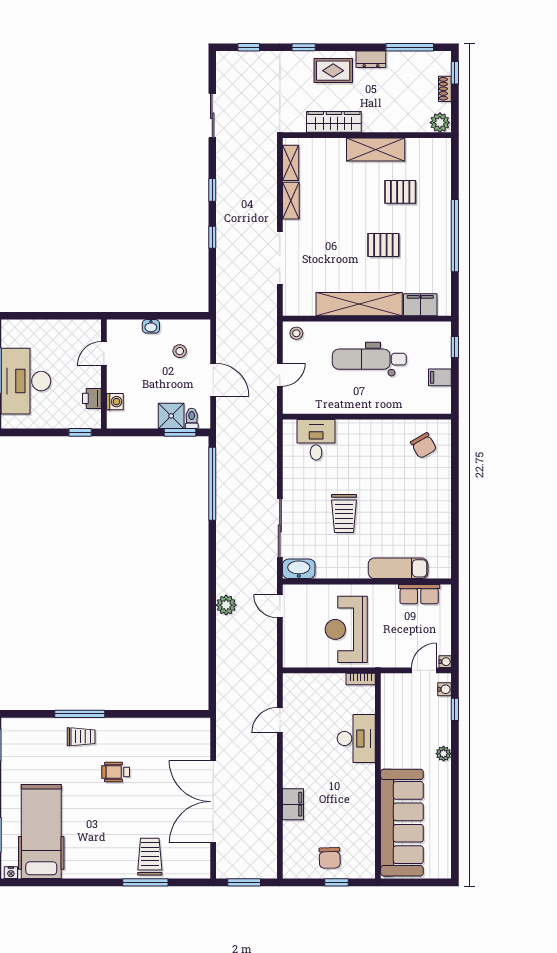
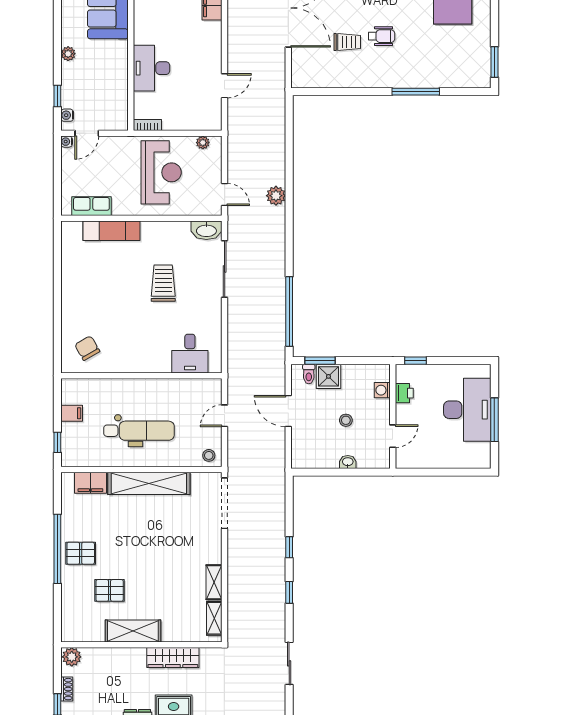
pallet: (383, 245) -> (81, 553), moved
doorway: (280, 258) -> (225, 503), moved
stool: (180, 351) -> (346, 420), moved
plant: (303, 661) -> (203, 143), added
trolley: (81, 737) -> (347, 42), moved, turned 180

